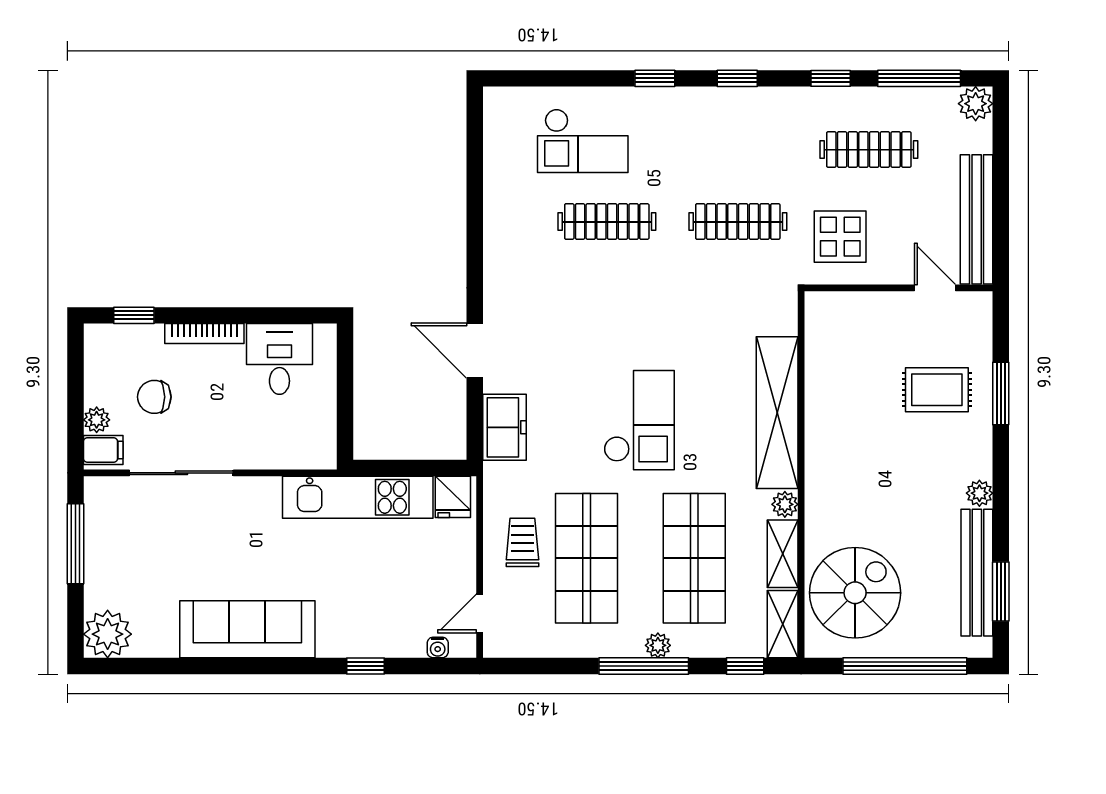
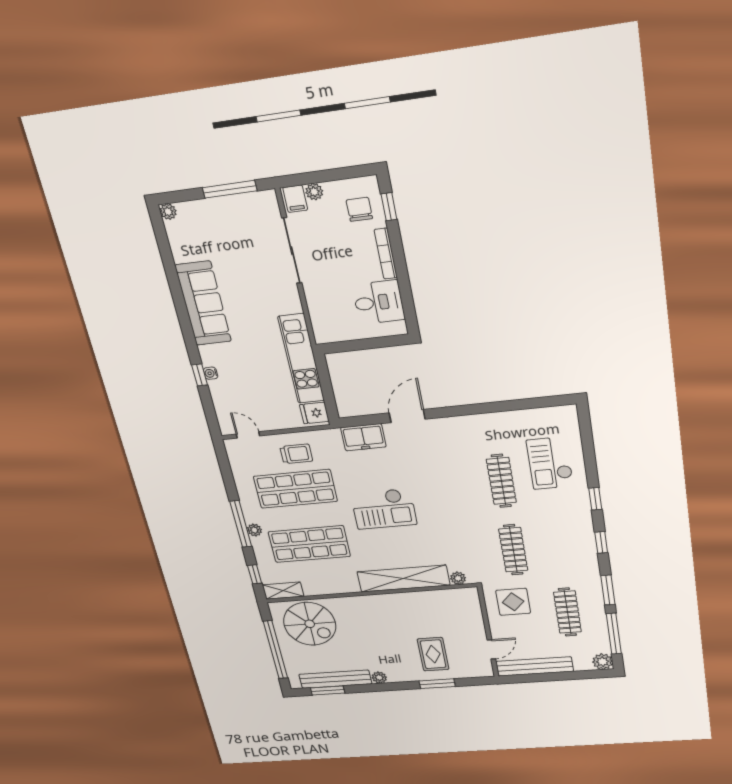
window: (831, 78) -> (608, 590), width x1.50
chair: (154, 397) -> (359, 209), moved
plant: (785, 504) -> (458, 578), moved
shelving: (783, 554) -> (323, 588), removed
plant: (108, 634) -> (168, 212), width x0.53, depth x0.53
water cooler: (438, 647) -> (211, 373), moved

